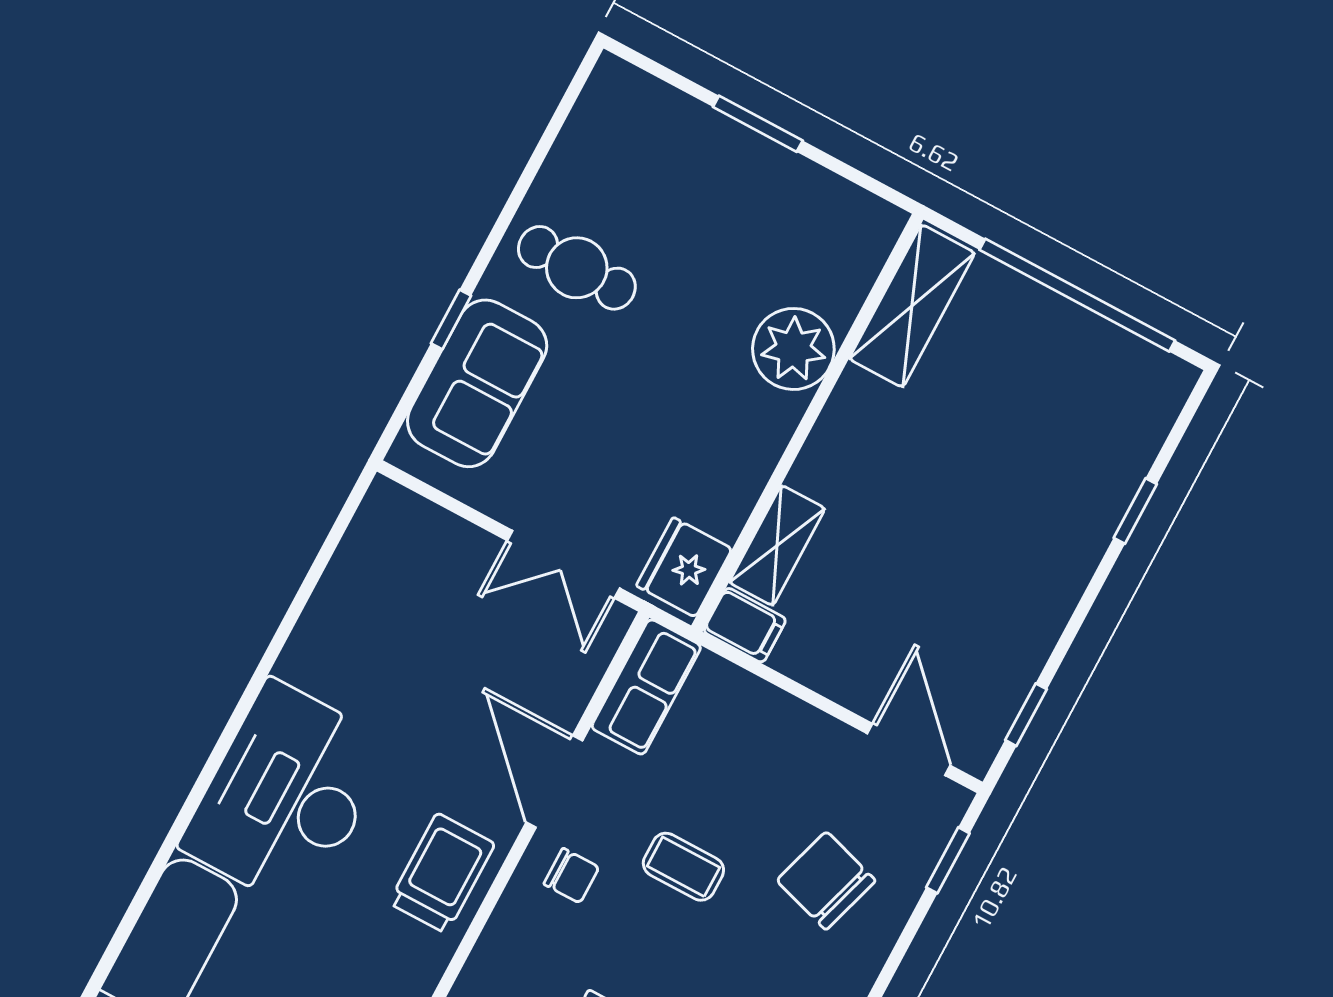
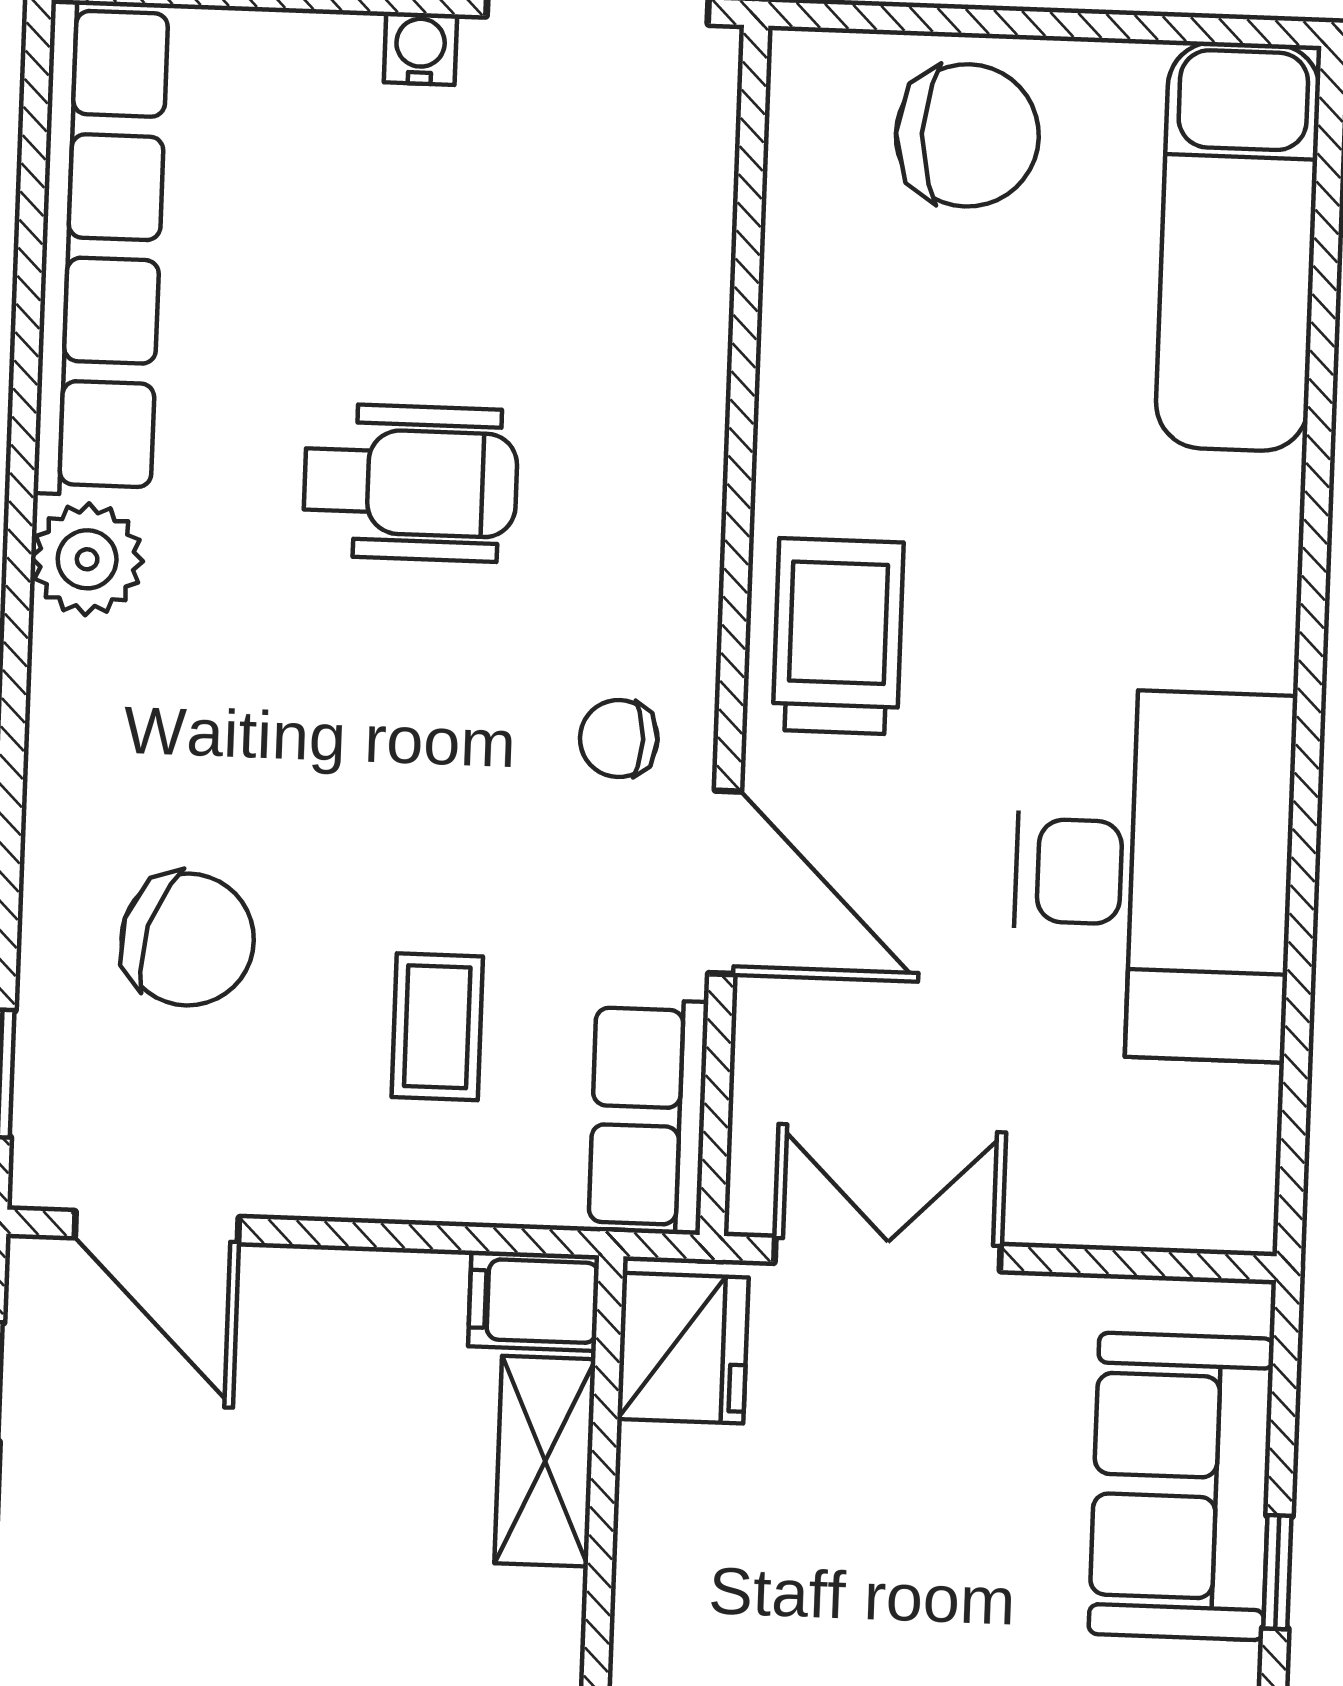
desk: (286, 796) -> (1153, 874), moved
coffee table: (683, 867) -> (437, 1027), moved, turned 90
trolley: (442, 873) -> (838, 636), turned 180

